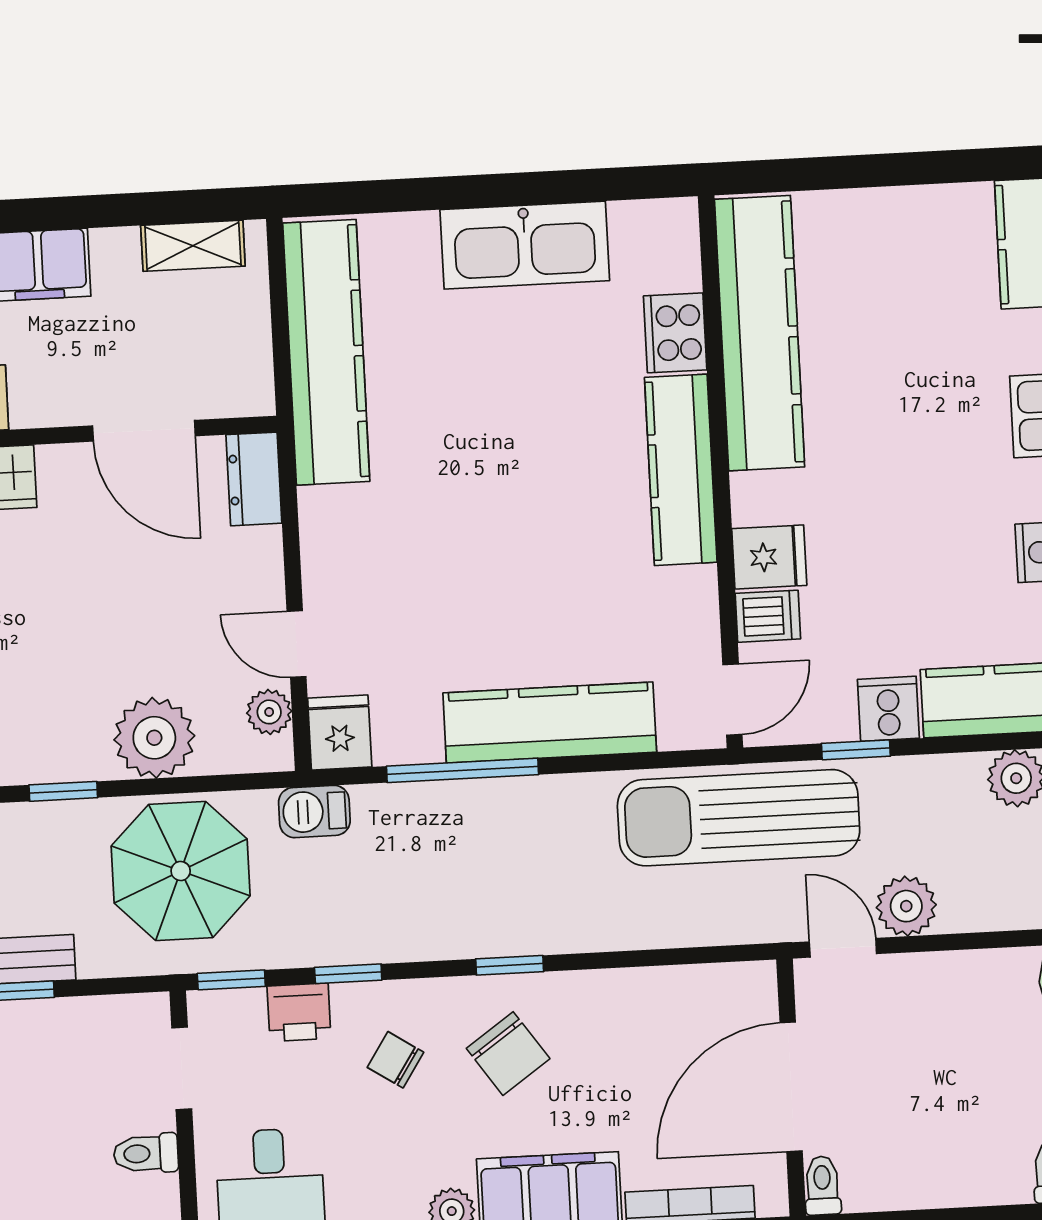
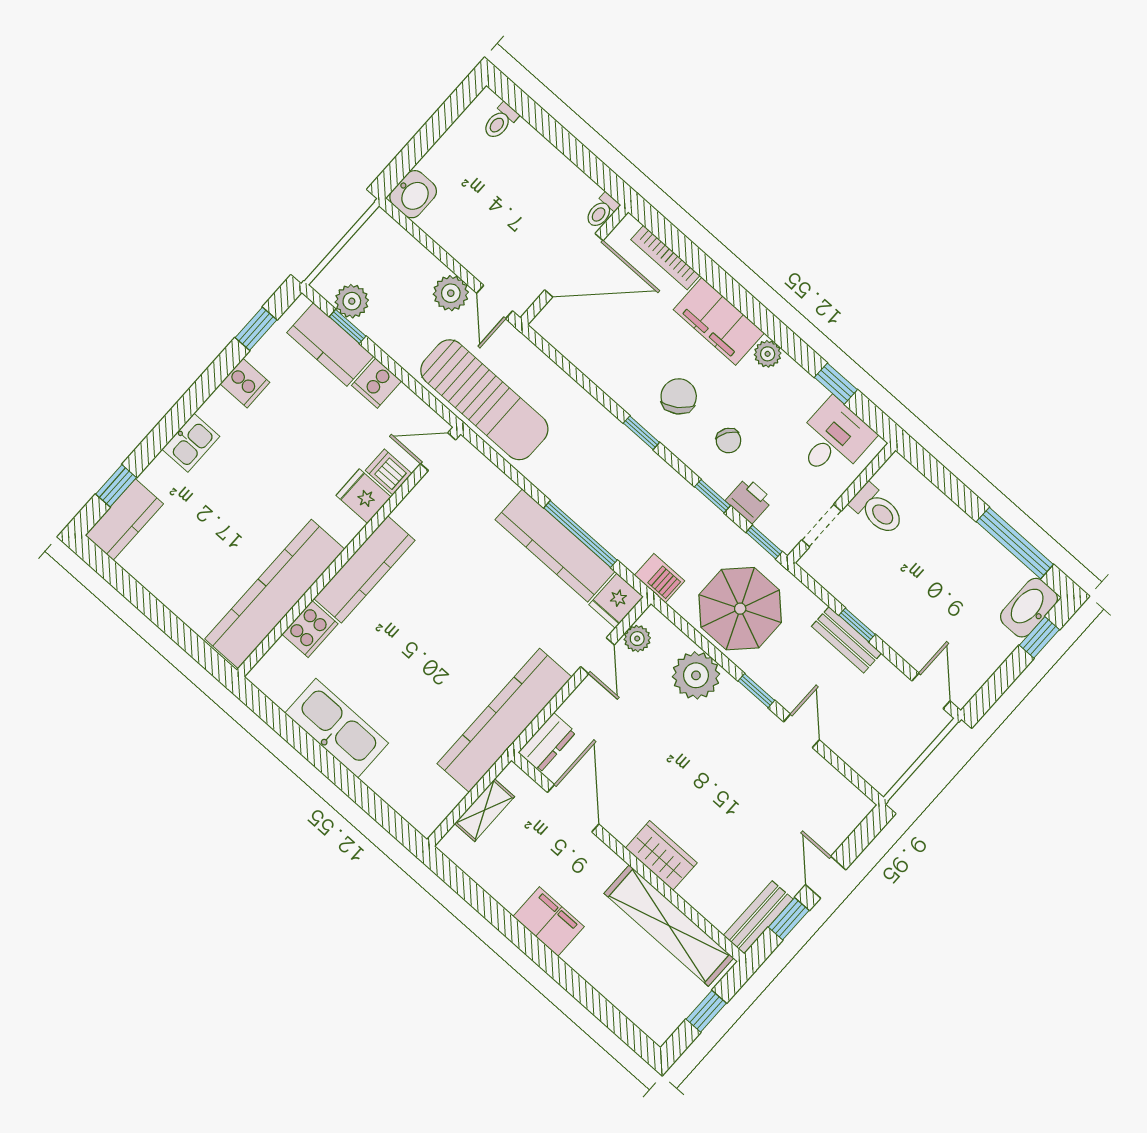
shelving: (193, 246) -> (485, 810), moved, turned 90
kitchen counter: (326, 352) -> (504, 720), moved
kitchen counter: (550, 722) -> (555, 545), moved
window: (856, 750) -> (348, 326), moved
toilet: (146, 1153) -> (877, 510), width x1.37, depth x1.39

